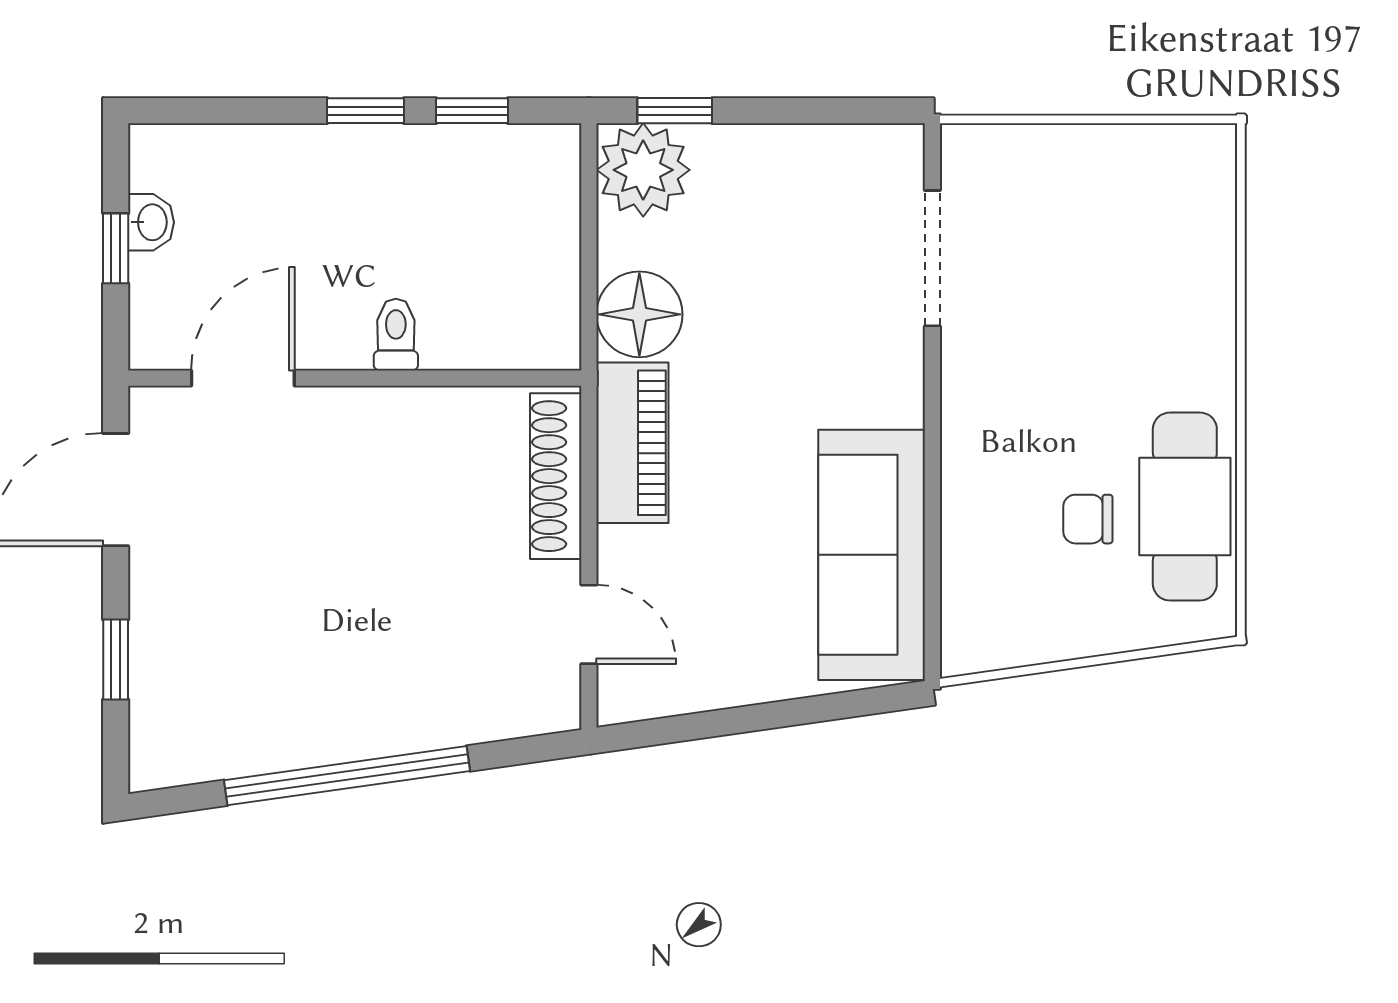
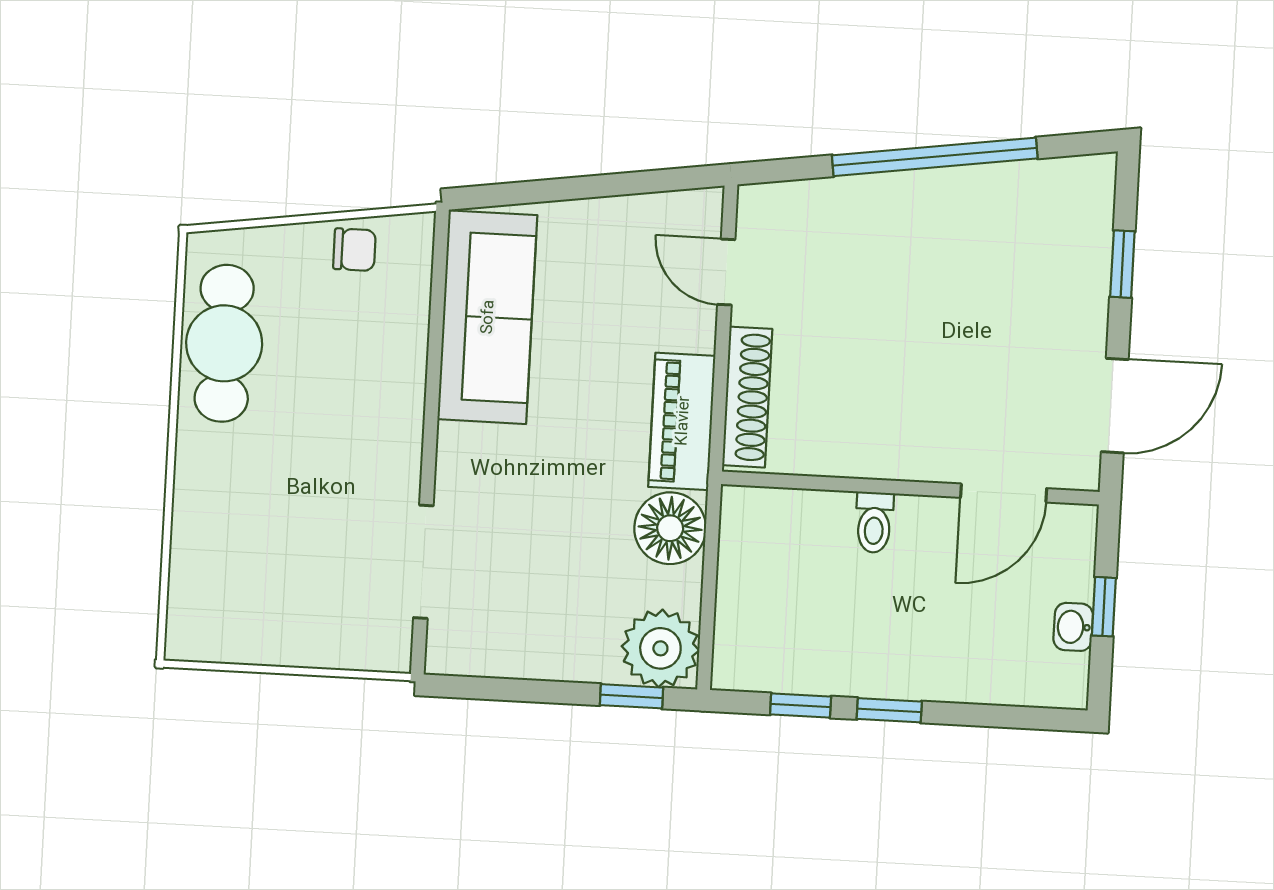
chair: (1088, 519) -> (354, 250), moved

